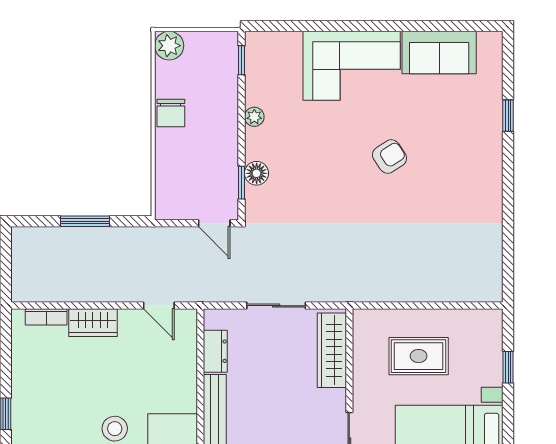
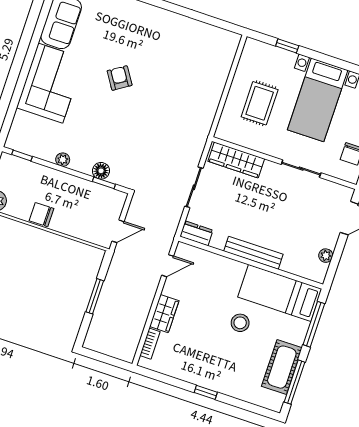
chair: (171, 113) -> (41, 215), turned 180
door: (214, 223) -> (118, 231), moved
dresser: (215, 351) -> (196, 233), moved

